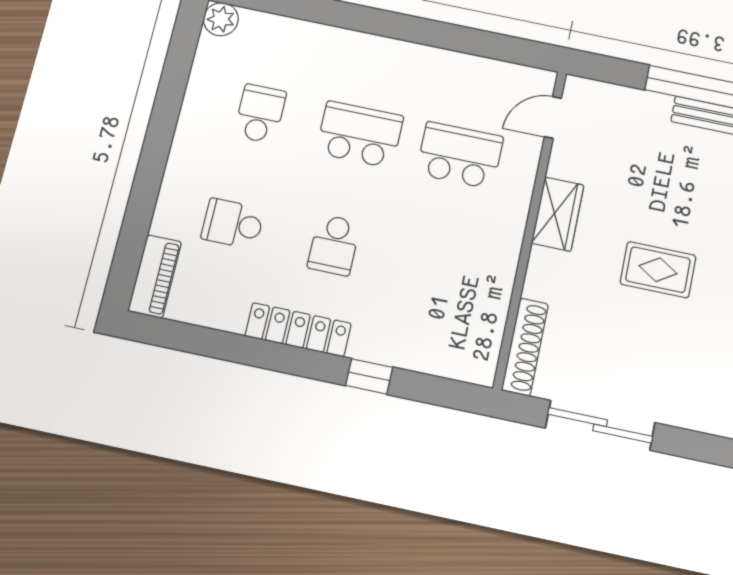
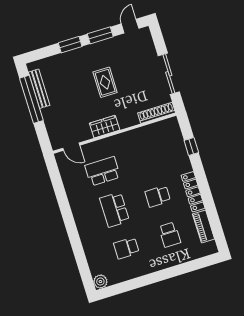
school desk: (460, 155) -> (103, 171), turned 90
school desk: (334, 245) -> (158, 196), turned 180
piano: (155, 276) -> (204, 226), moved, turned -90
window: (369, 376) -> (191, 146), moved

